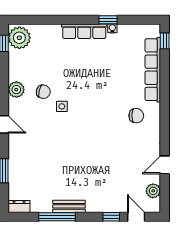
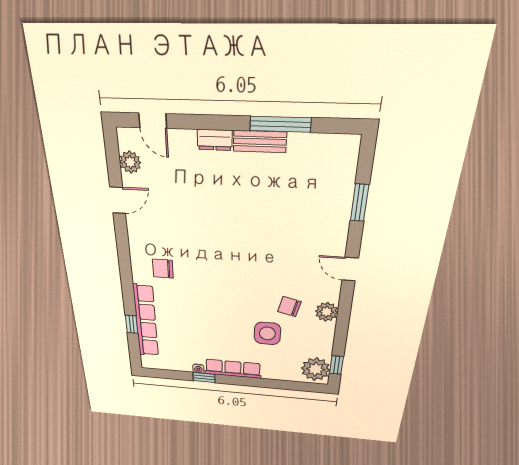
window: (165, 41) -> (132, 324), moved
side table: (62, 106) -> (267, 333), moved, width x1.87, depth x1.87
dresser: (19, 206) -> (215, 140), moved
window: (111, 217) -> (192, 122), removed

